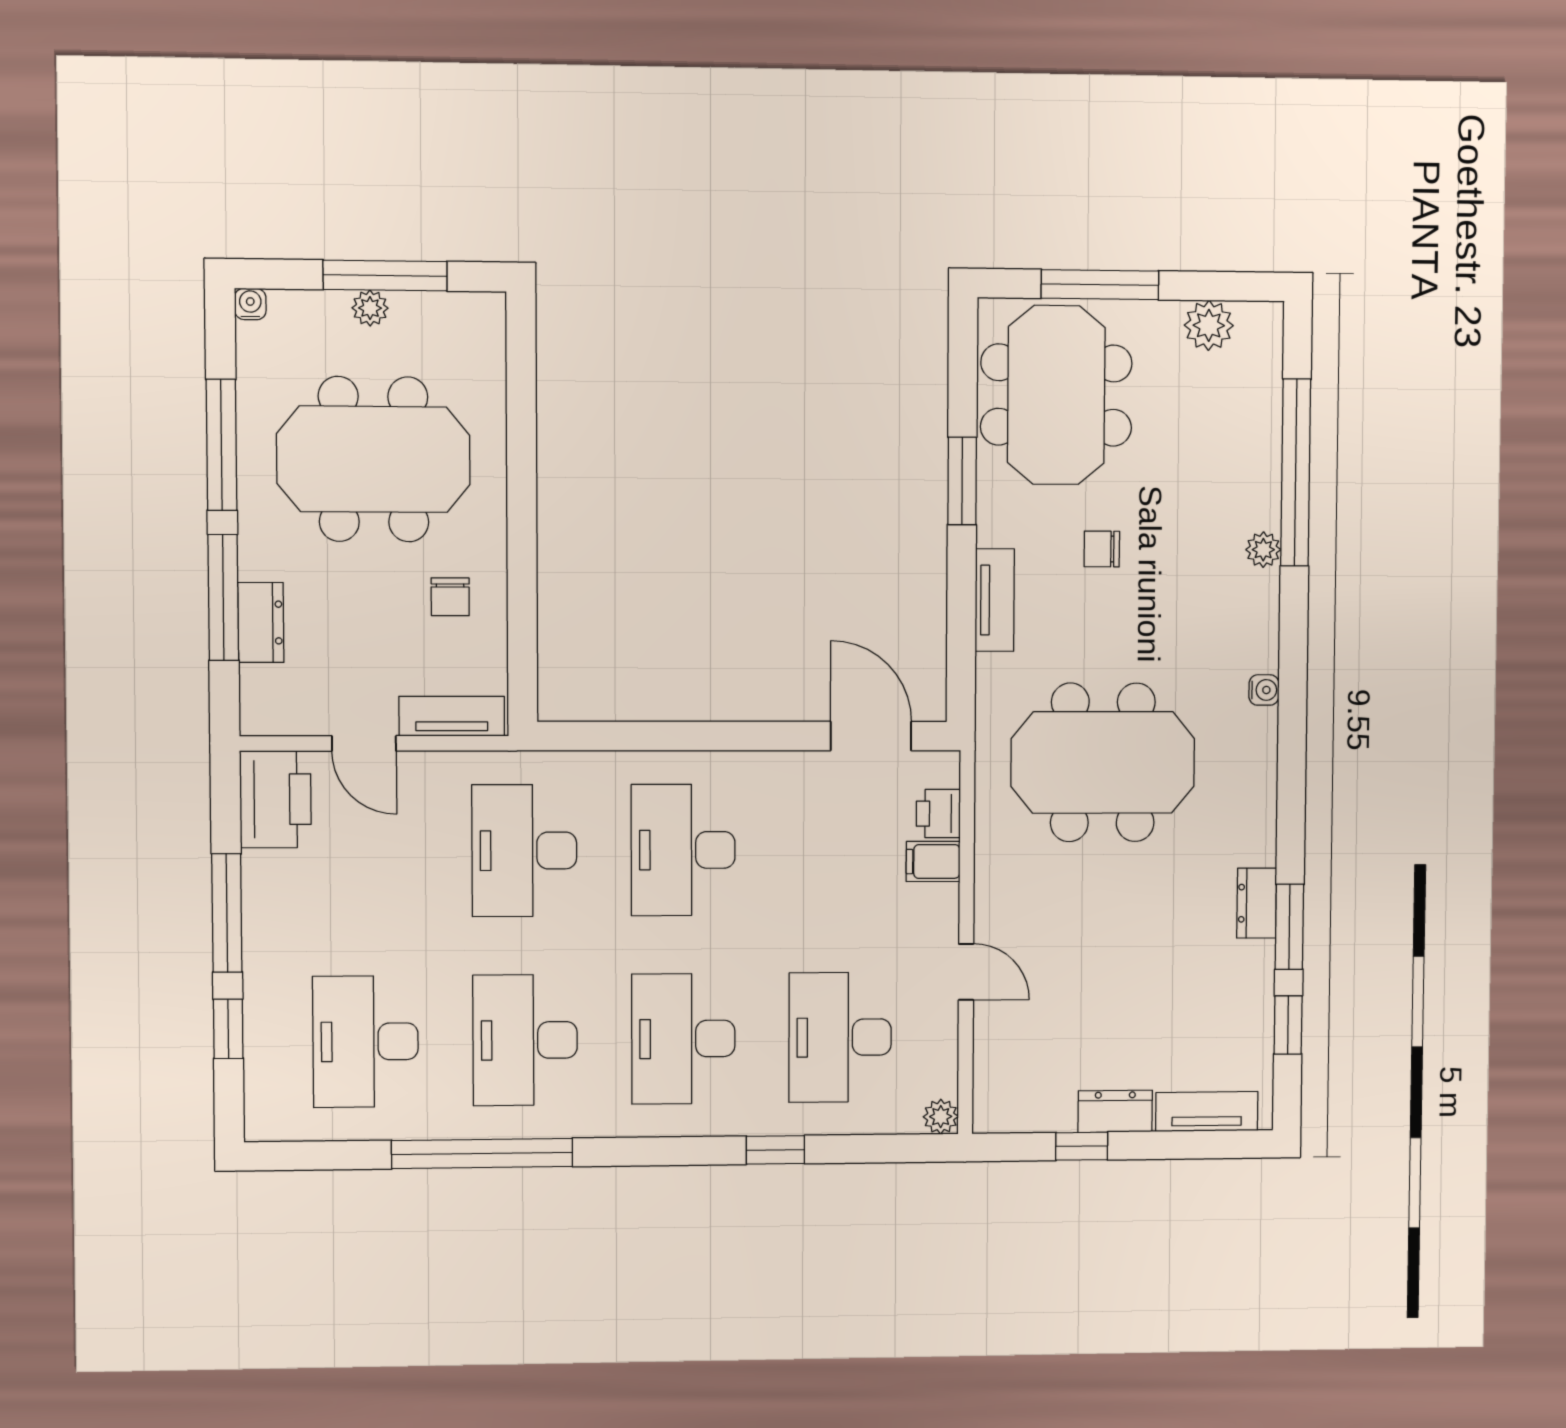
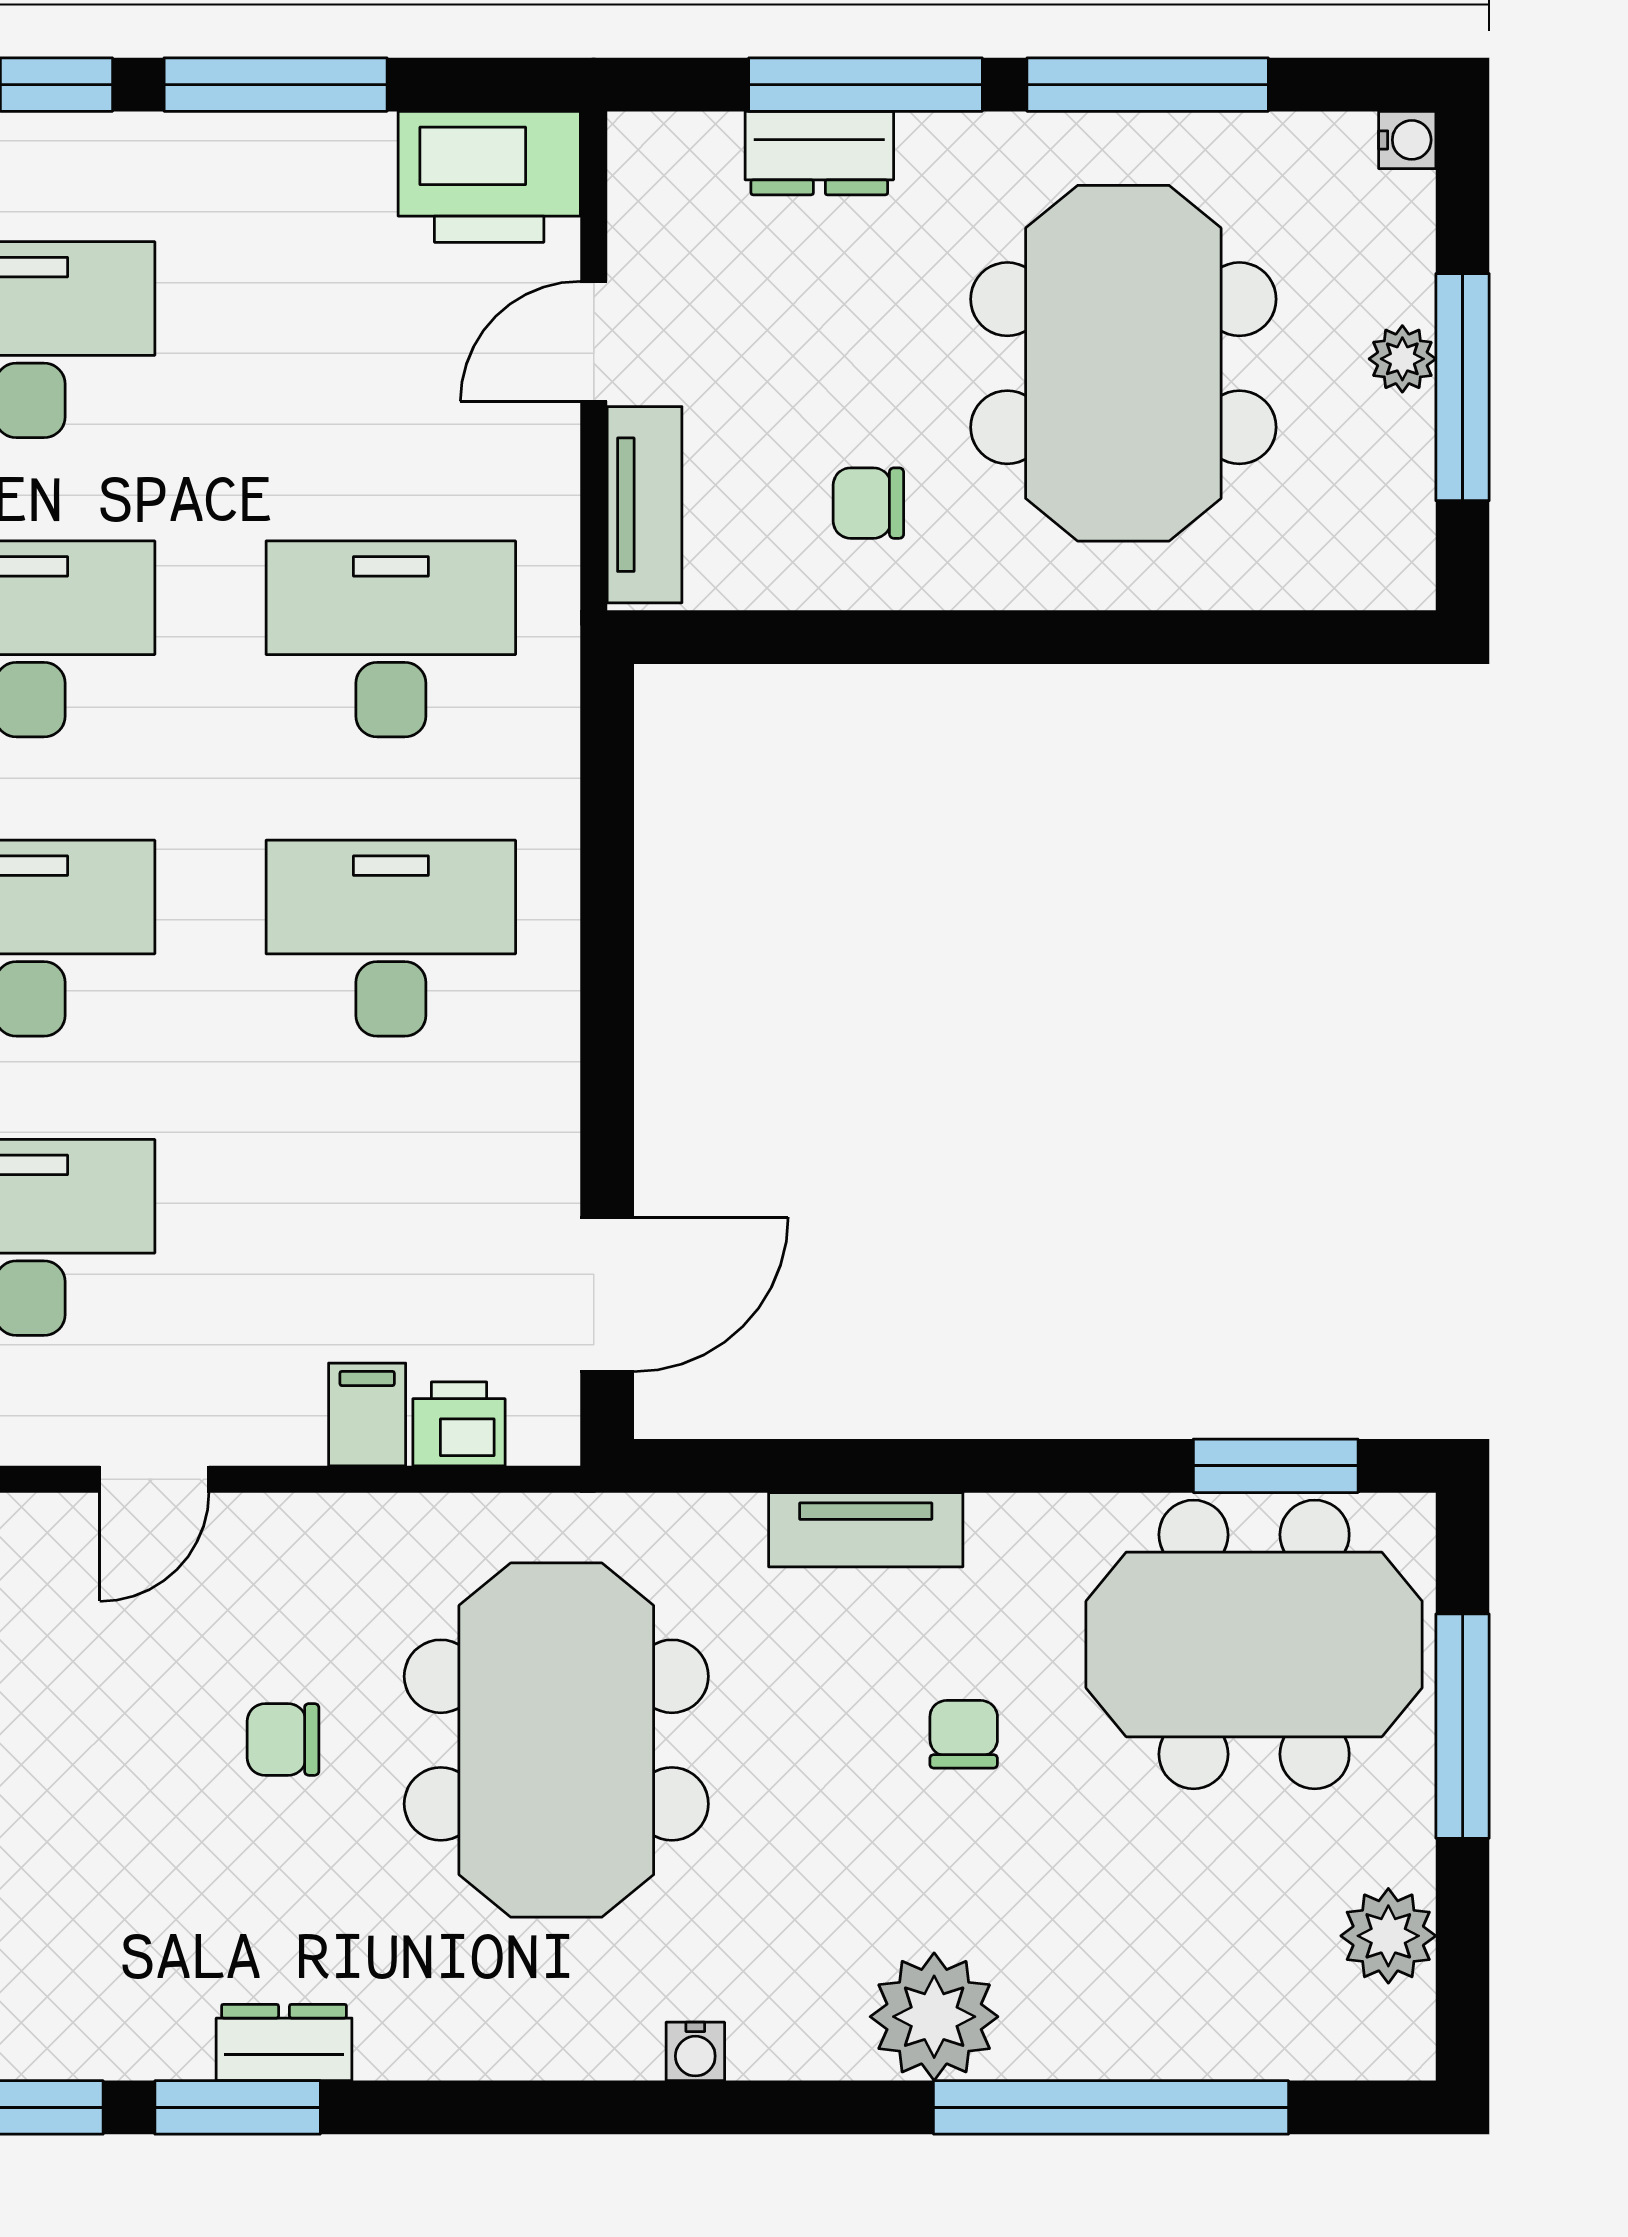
window: (962, 481) -> (1276, 1466), moved
plant: (1263, 550) -> (934, 2017), width x1.88, depth x1.88
chair: (1101, 904) -> (283, 1739), added

